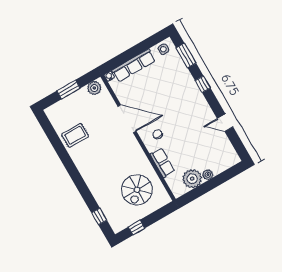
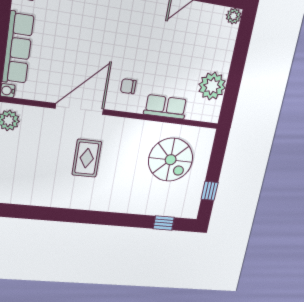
rug: (75, 135) -> (87, 158), moved
plant: (208, 175) -> (234, 16), moved

